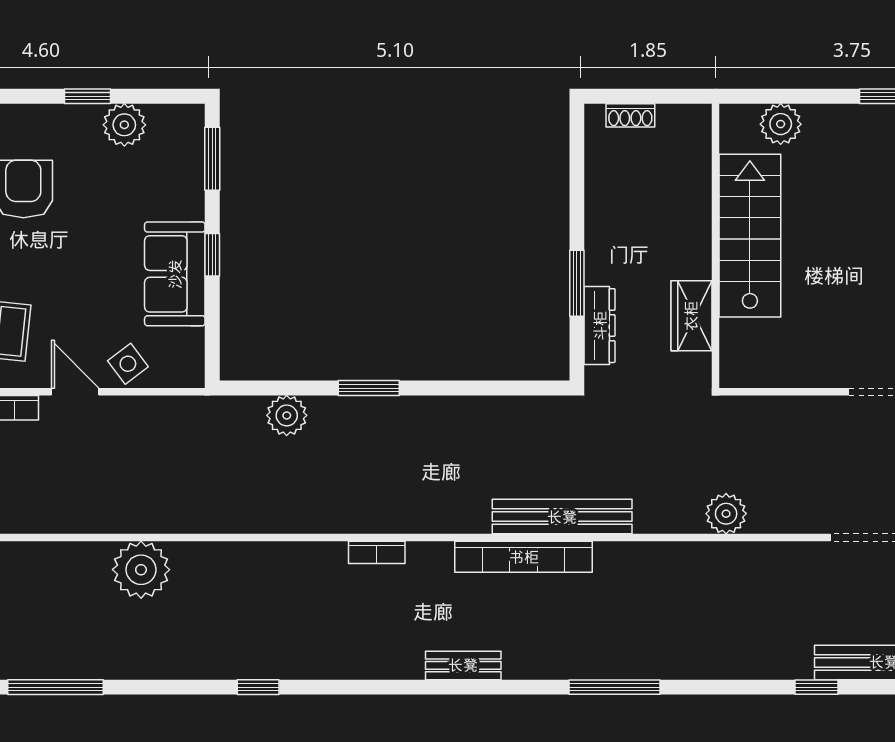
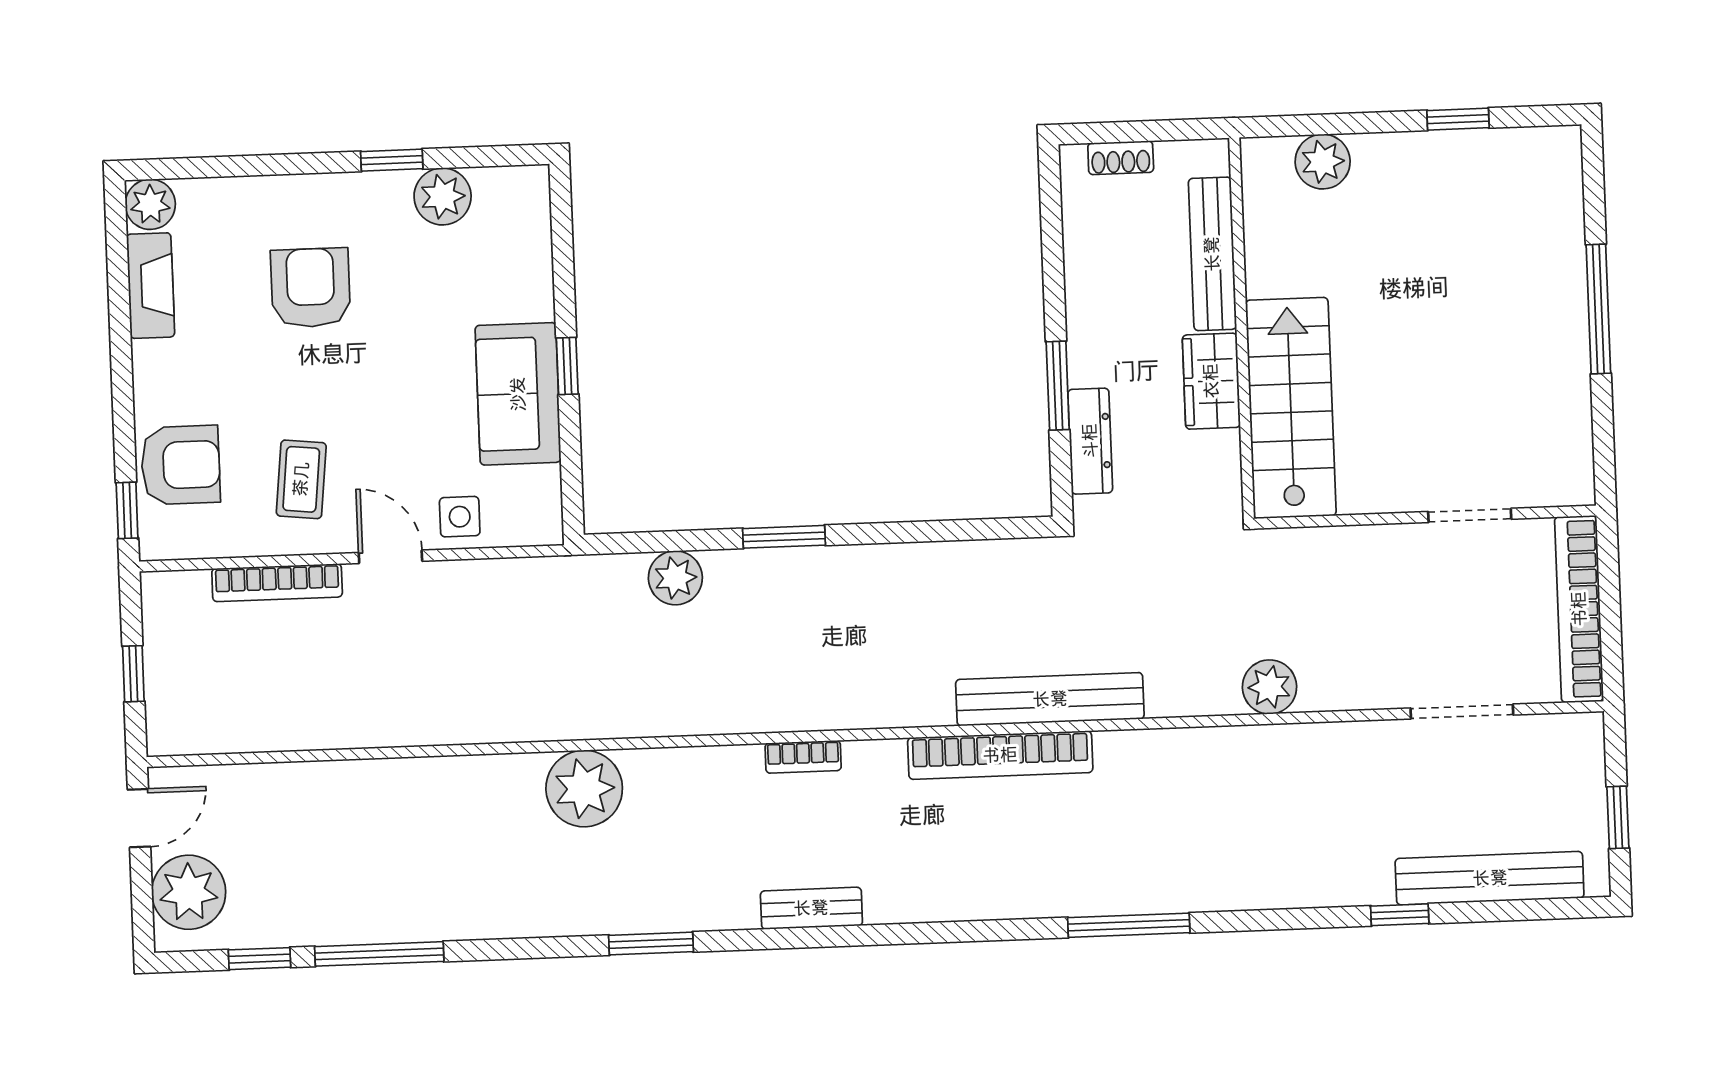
window: (212, 159) -> (562, 237), removed
bench: (696, 190) -> (1212, 254), added
stairs: (750, 236) -> (1291, 408), moved
wardrobe: (691, 316) -> (1211, 381), moved
side table: (128, 364) -> (460, 517), turned 37
plant: (141, 570) -> (584, 789), moved
bench: (463, 665) -> (811, 908), moved
window: (258, 687) -> (651, 944), width x1.50

